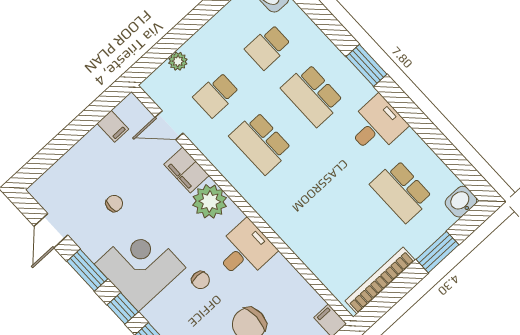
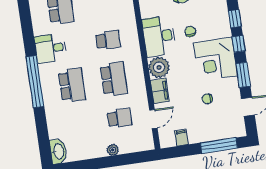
school desk: (268, 47) -> (108, 40), moved
plant: (178, 61) -> (113, 150), moved
window: (366, 65) -> (35, 82), width x2.11
door: (169, 125) -> (153, 119), hinge flipped
window: (54, 151) -> (219, 146), added
desk: (245, 251) -> (159, 36), width x1.37

